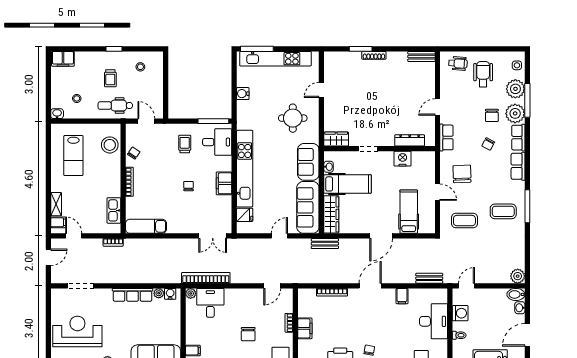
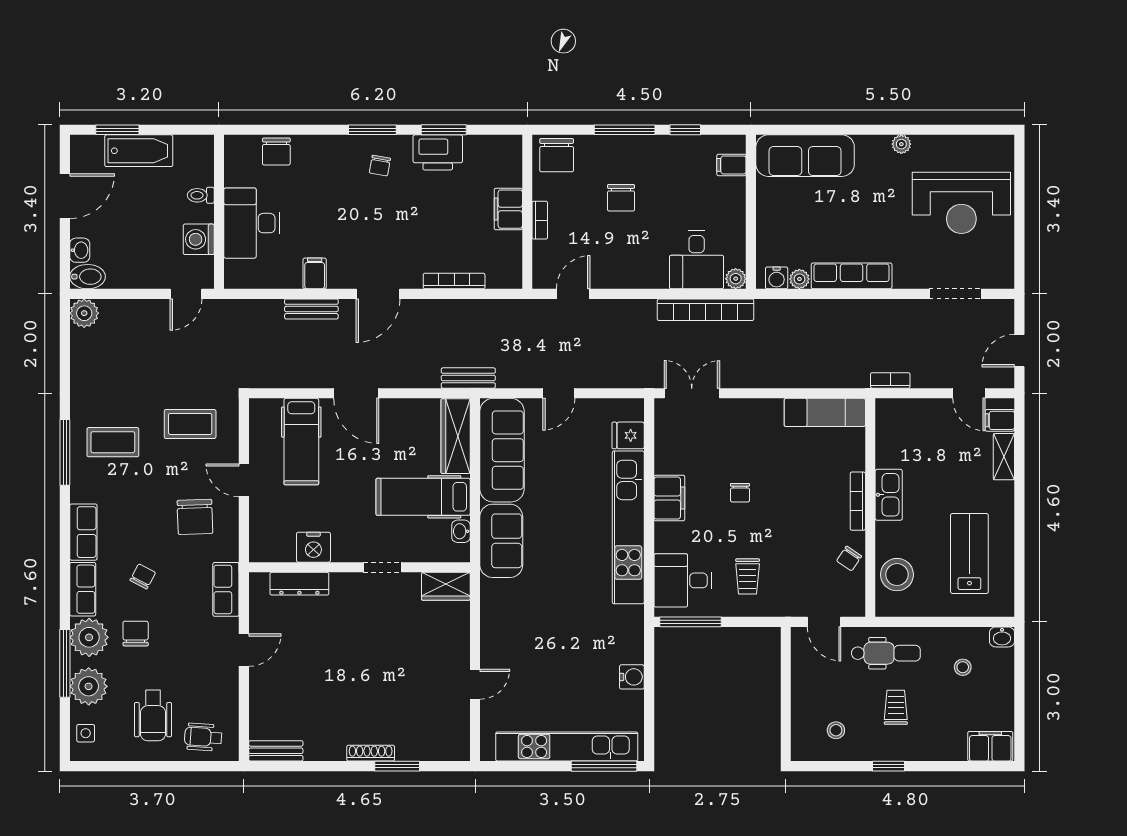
round table: (293, 118) -> (532, 628), removed
kitchen sink: (114, 210) -> (889, 495), moved
door: (381, 236) -> (356, 393), swing flipped
bench: (429, 278) -> (311, 309), moved
chair: (248, 334) -> (621, 198), turned 180

